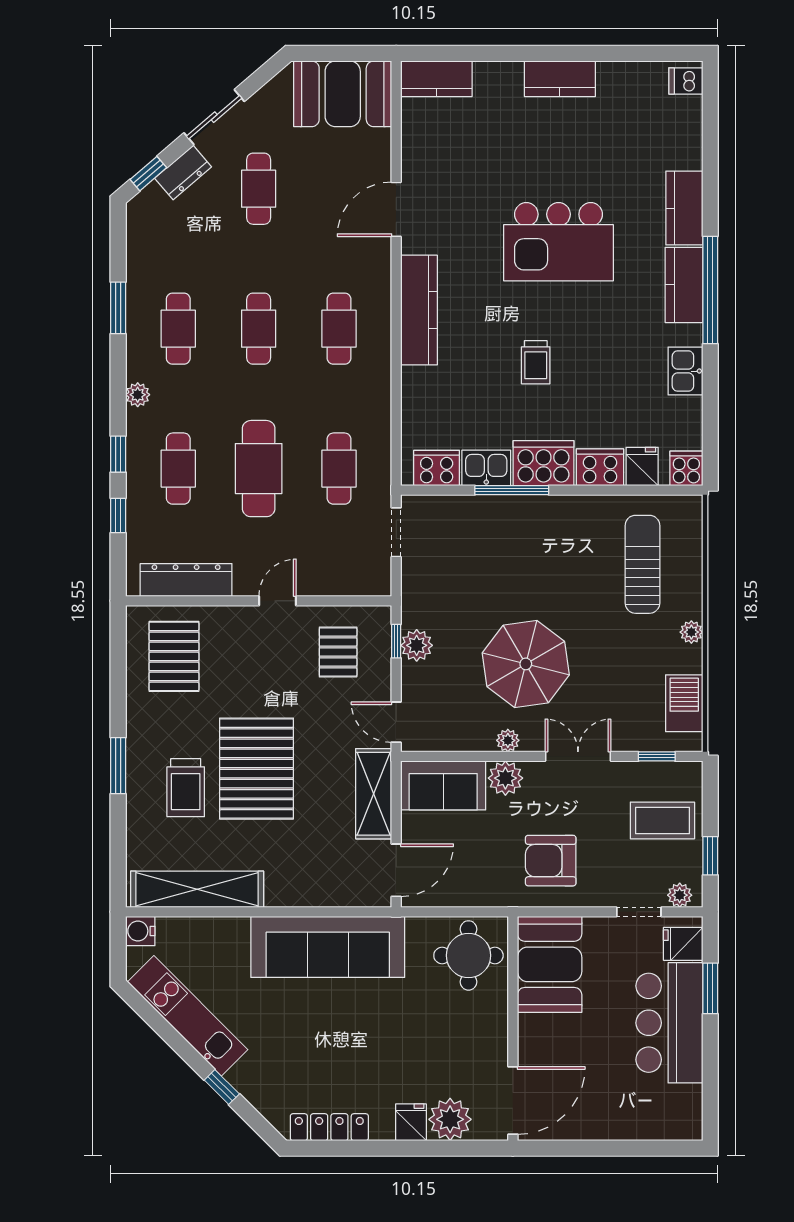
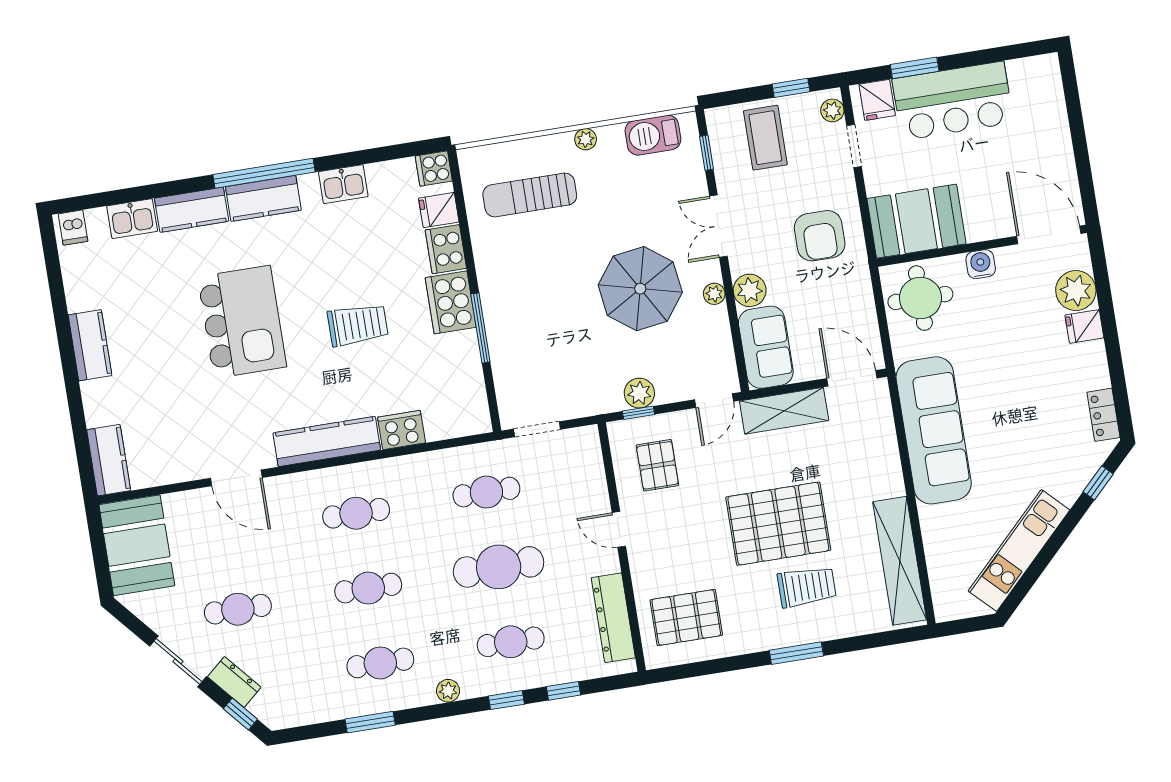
trolley: (536, 362) -> (358, 325), width x1.36, depth x1.39
cooker: (437, 468) -> (401, 430), moved, turned 90
kitchen sink: (486, 468) -> (132, 219), moved, turned -90
pallet: (338, 652) -> (657, 465), turned 90
water cooler: (140, 931) -> (981, 264), moved, turned 180
window: (222, 1087) -> (1098, 483), moved
locker: (329, 1127) -> (1103, 415), width x0.66

